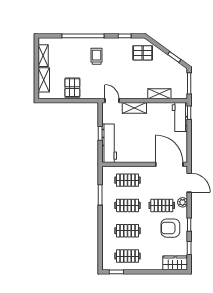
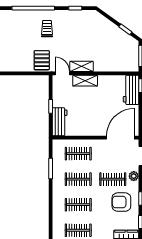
pallet: (143, 53) -> (93, 25), removed
pallet: (72, 88) -> (42, 60), moved
shelving: (159, 94) -> (82, 66), moved
workbench: (109, 143) -> (60, 122), width x0.73
door: (169, 164) -> (120, 138), hinge flipped

